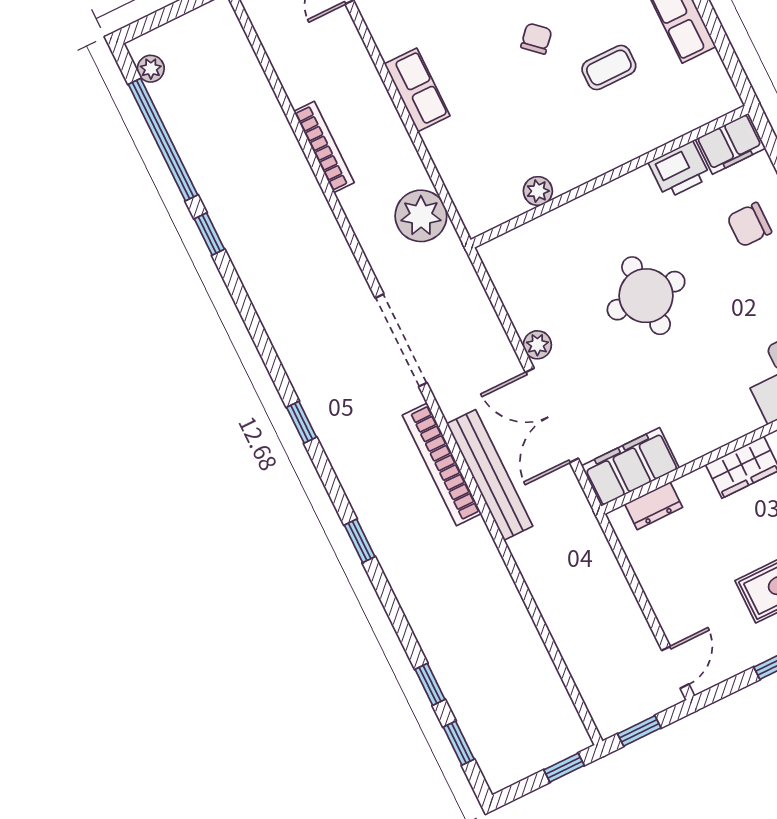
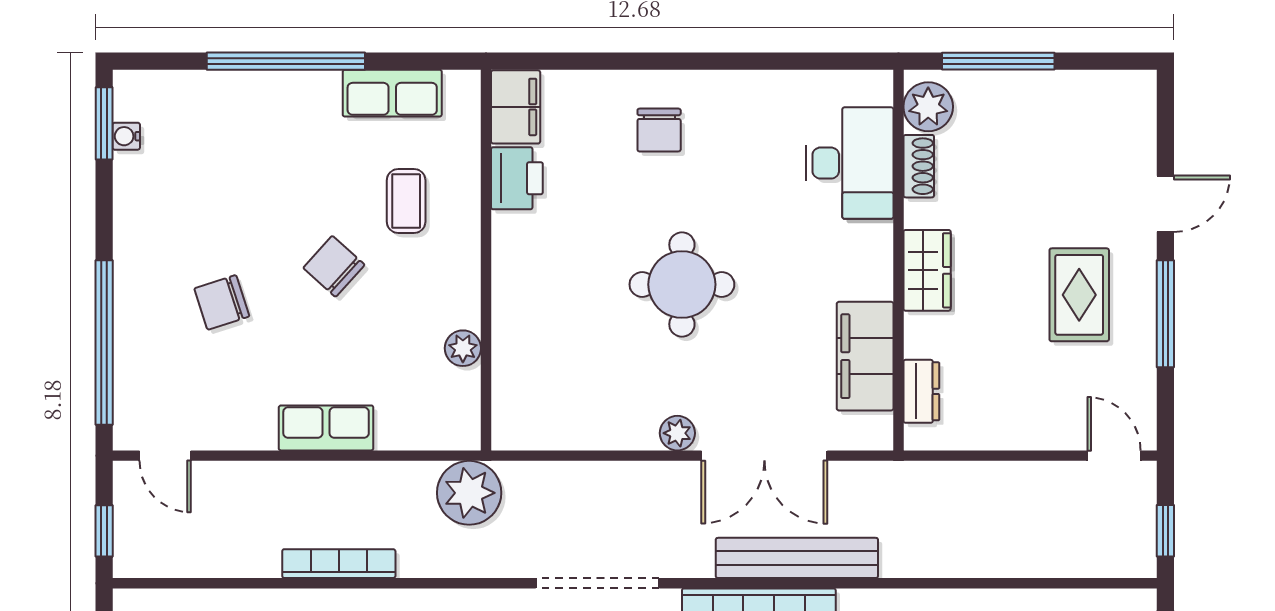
chair: (536, 39) -> (334, 266), width x1.37, depth x1.37
filing cabinet: (730, 144) -> (516, 107), moved
printer: (679, 170) -> (517, 178), moved
wall: (610, 177) -> (486, 260), moved
plant: (538, 191) -> (463, 348), moved
filing cabinet: (630, 467) -> (865, 356), moved

